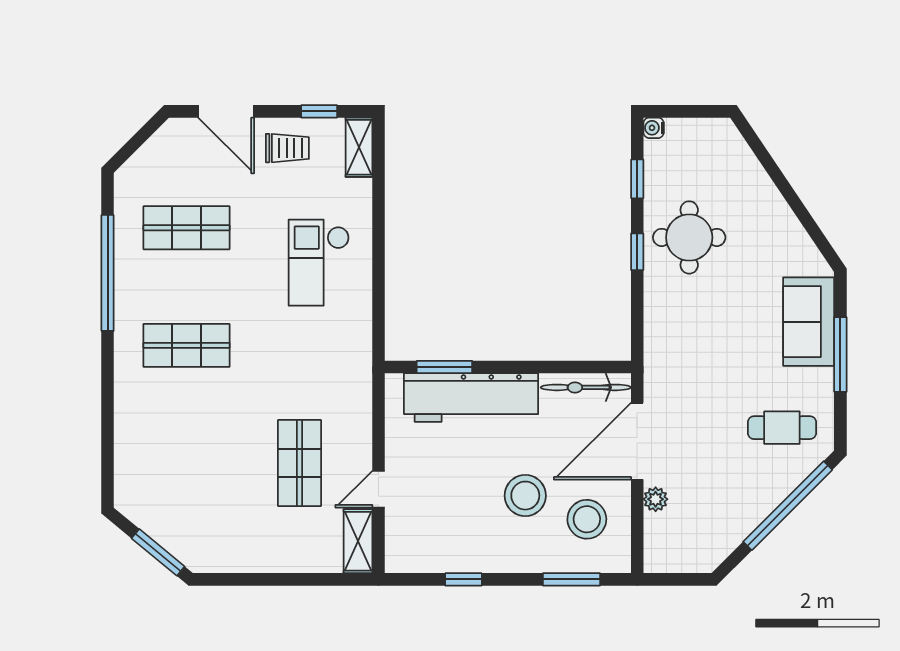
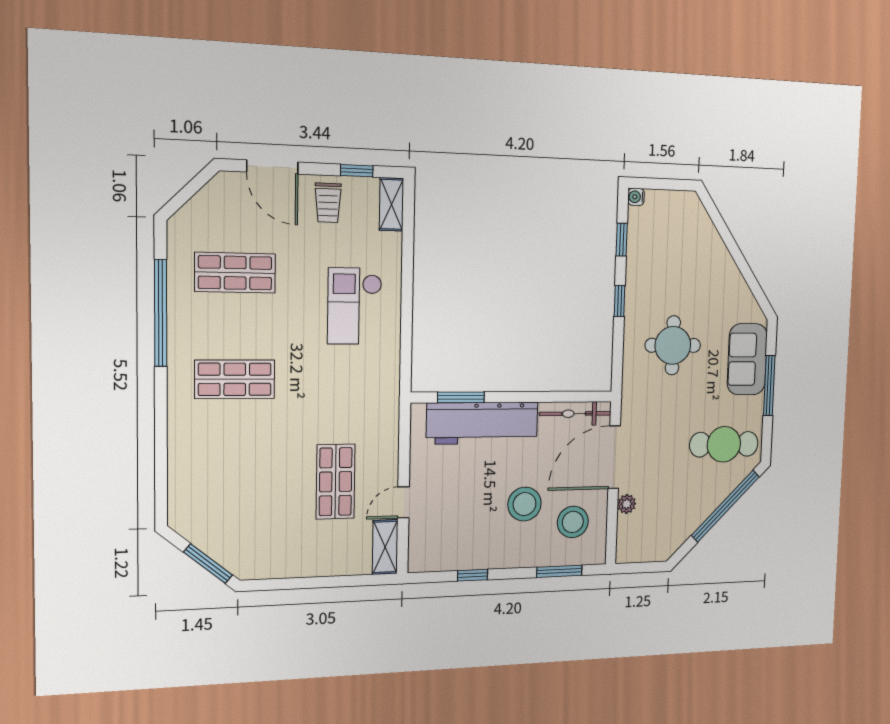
trolley: (287, 148) -> (328, 203), turned 90
round table: (689, 237) -> (673, 345), moved
cafe table: (782, 428) -> (724, 444), width x1.37, depth x1.35

